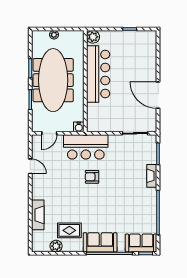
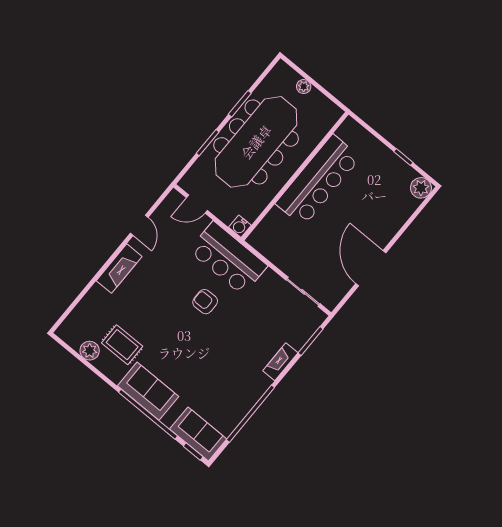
plant: (93, 37) -> (421, 188), moved
fireplace: (38, 215) -> (119, 269), moved

